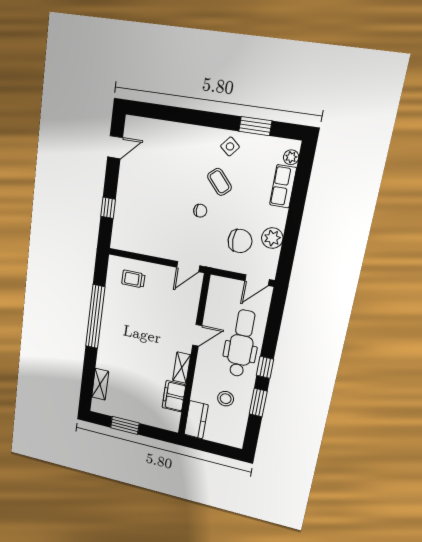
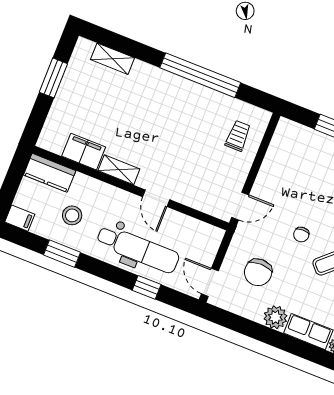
plant: (272, 238) -> (275, 317), moved
door: (188, 267) -> (240, 206), swing flipped
window: (265, 367) -> (147, 287), moved
filing cabinet: (237, 438) -> (20, 218), added

